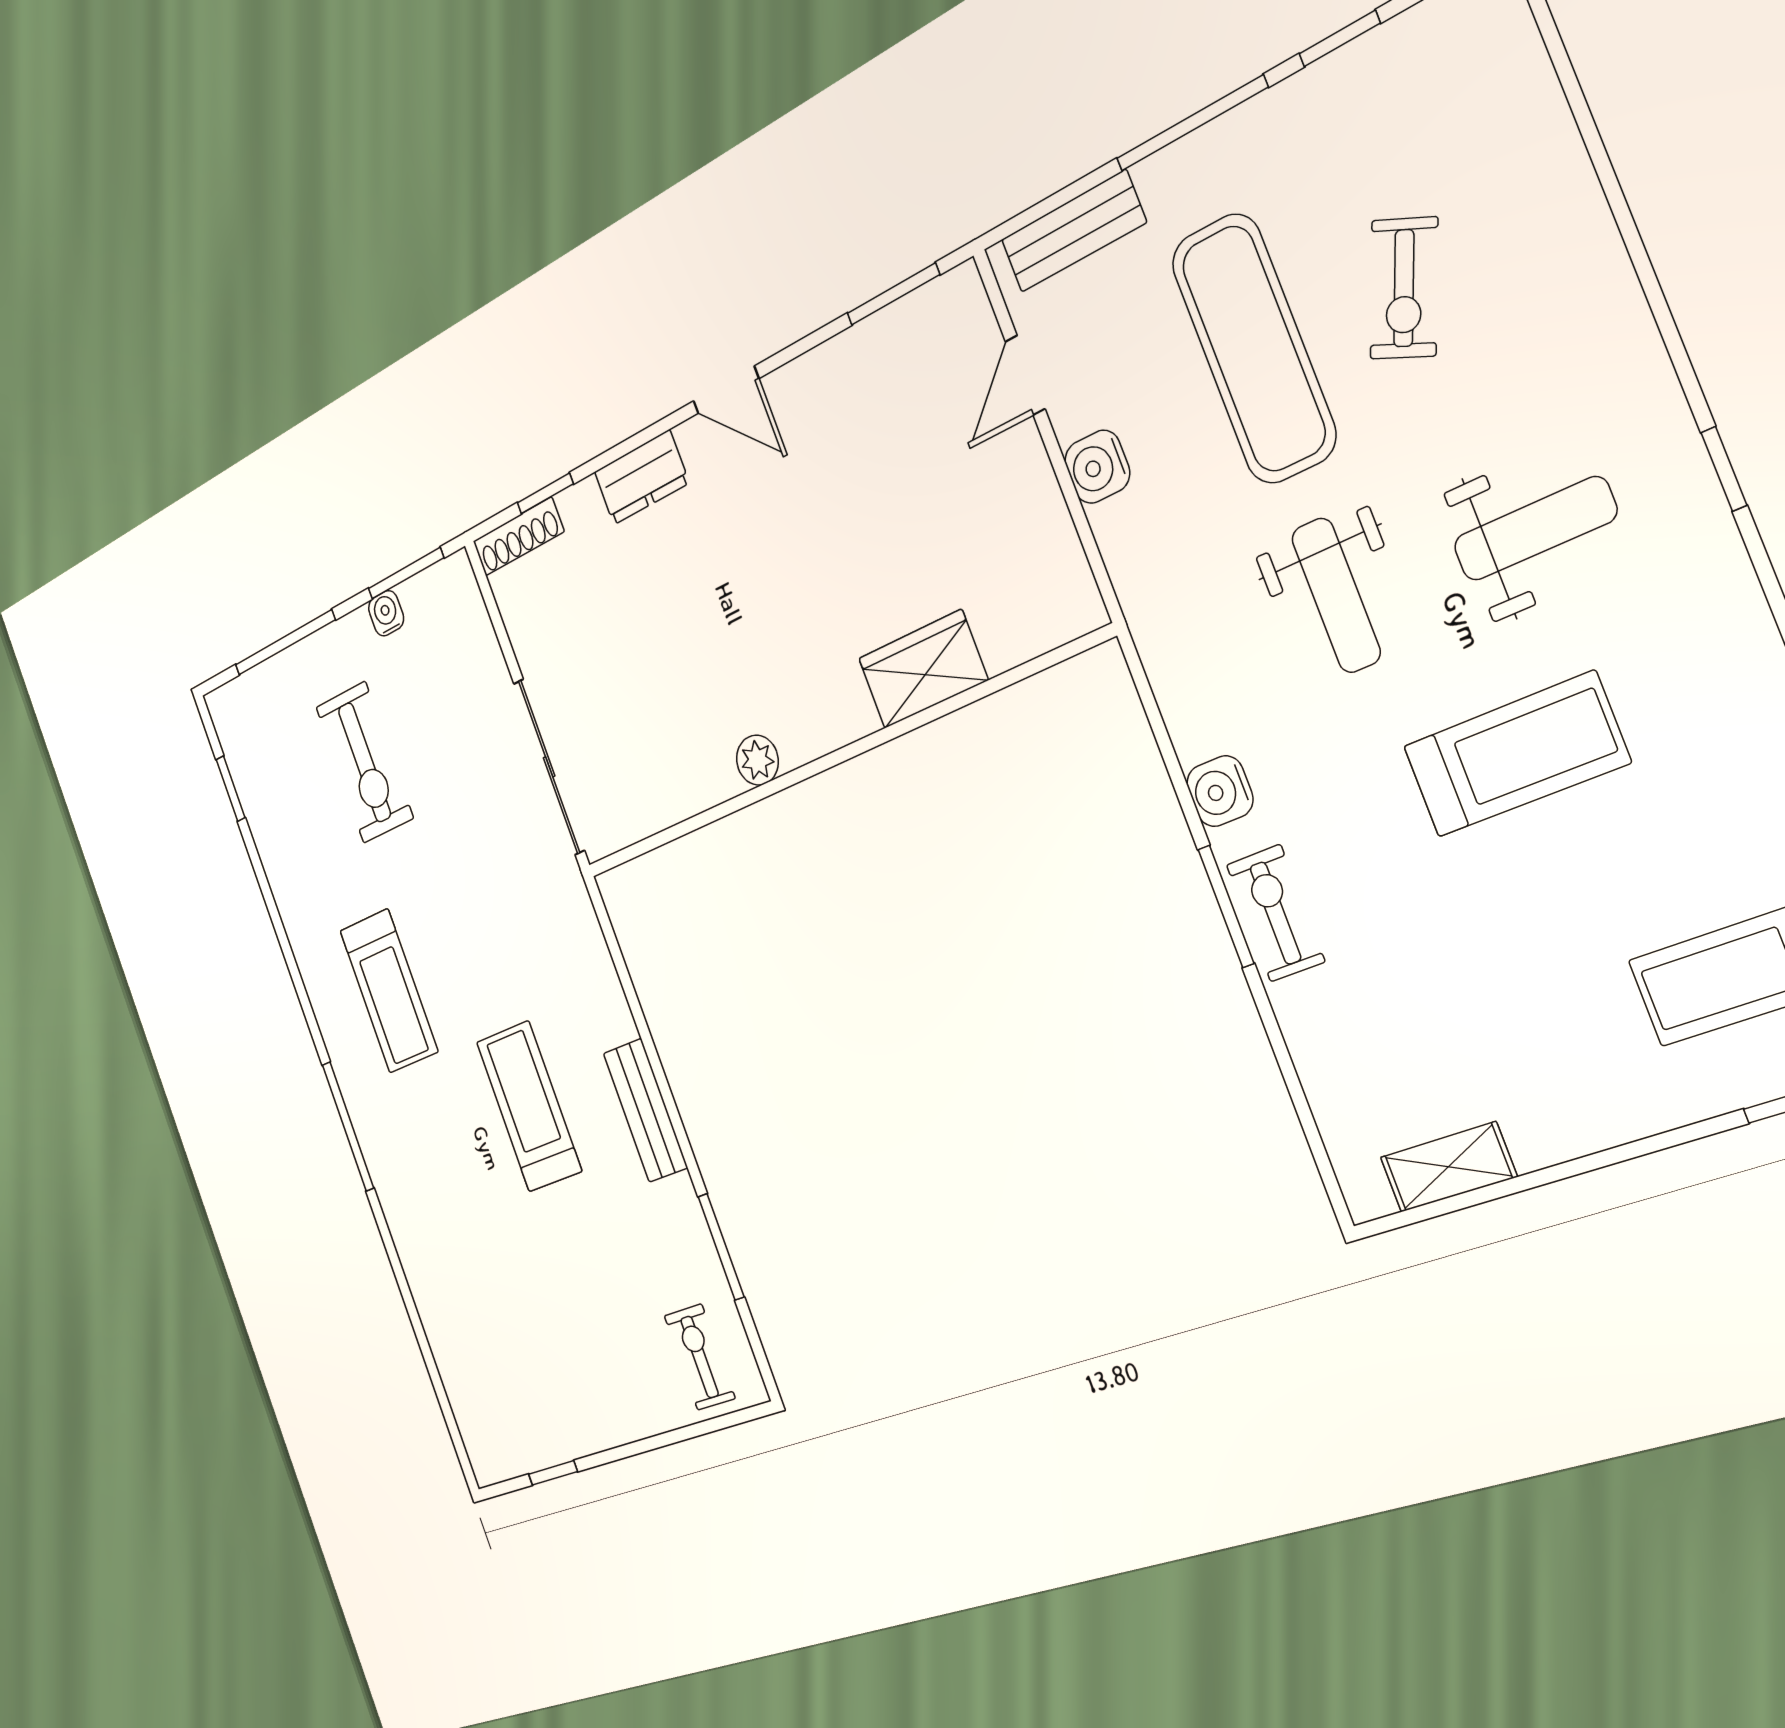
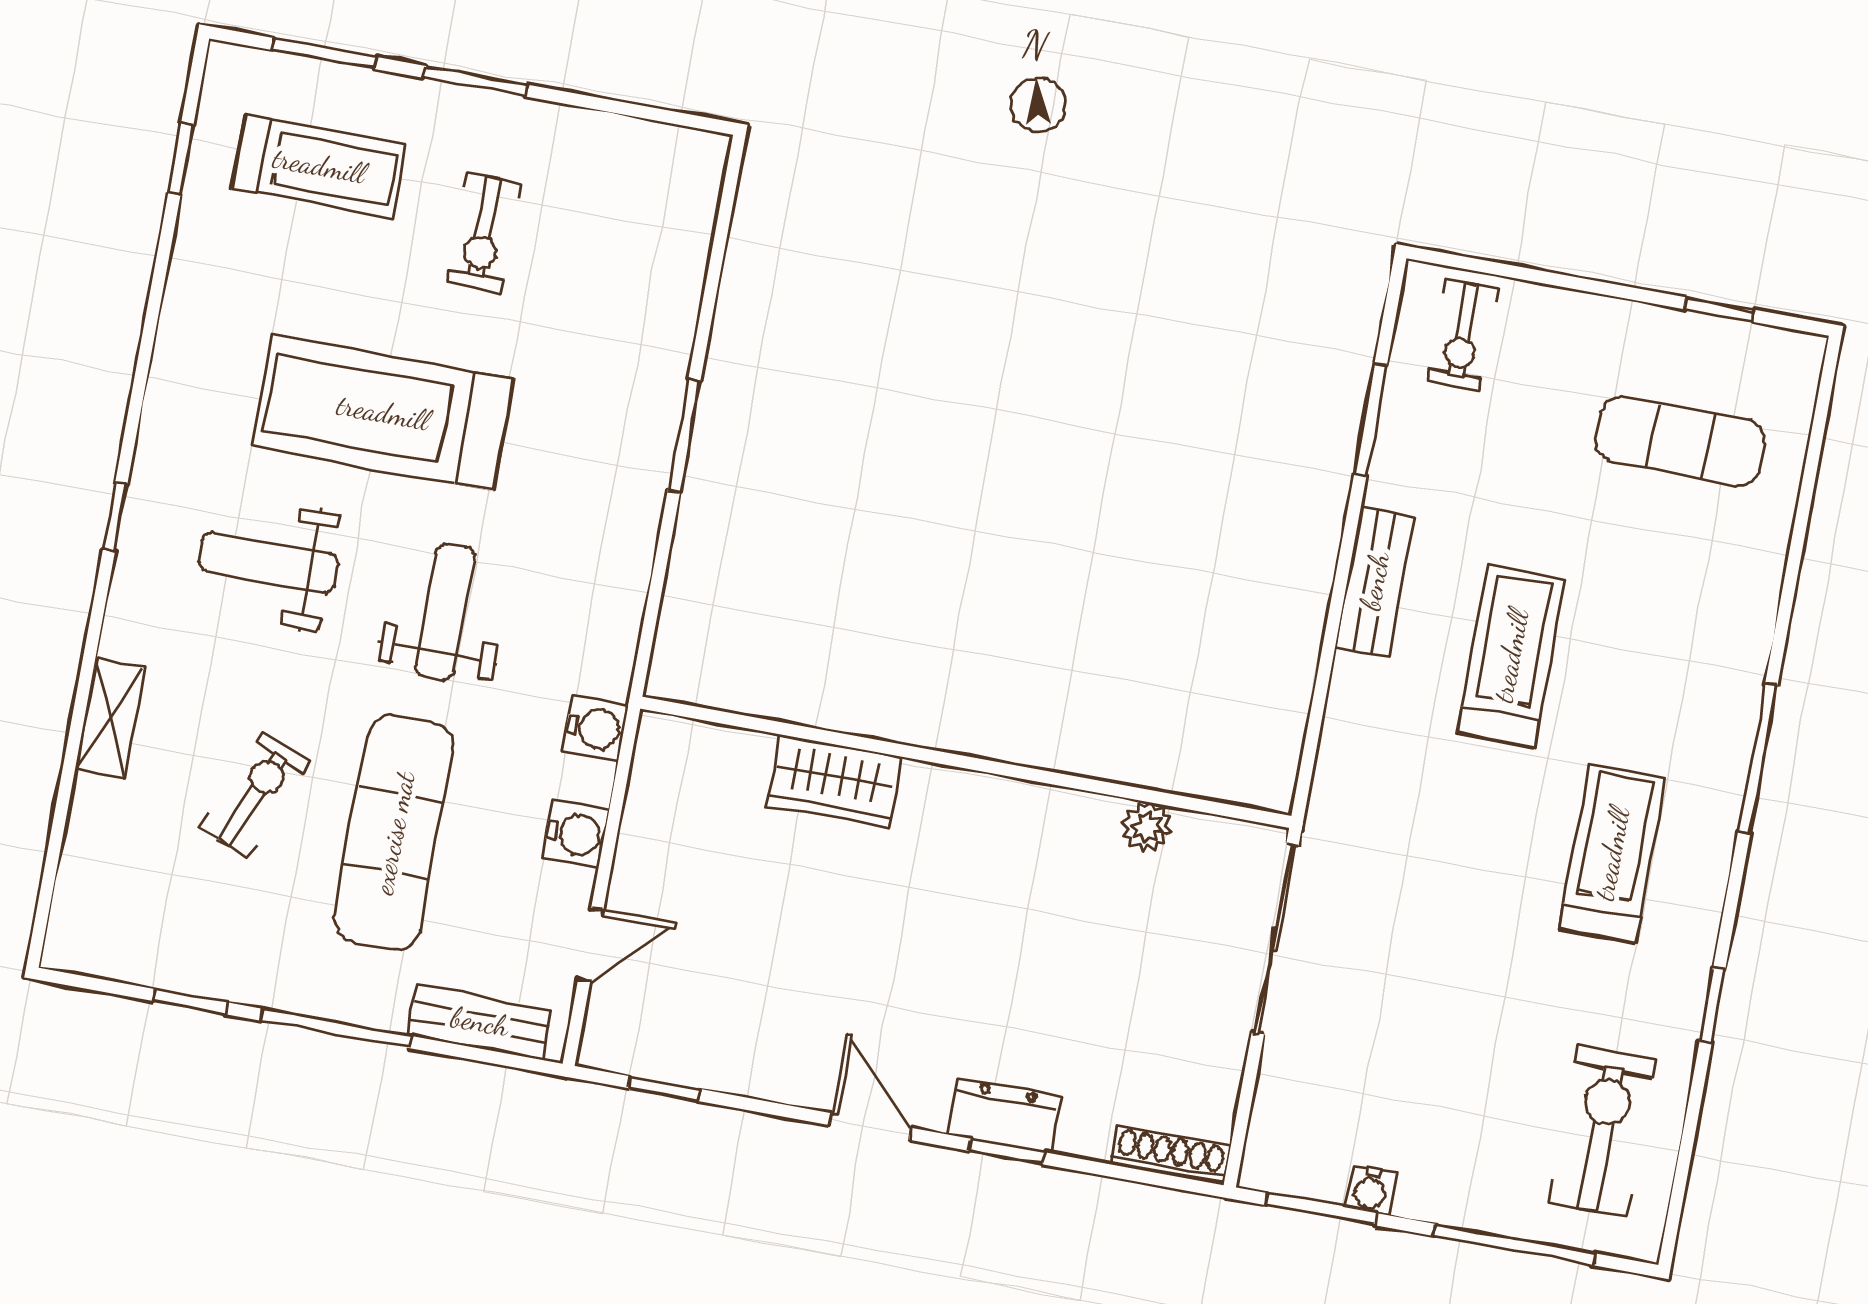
window: (893, 294) -> (664, 1089), width x0.67
window: (545, 493) -> (1007, 1152), moved
treadmill: (1516, 754) -> (383, 413), width x1.37, depth x1.38
plant: (757, 760) -> (1147, 827), moved
exercise bike: (365, 762) -> (1602, 1131), moved
window: (231, 789) -> (1712, 1005), moved
water cooler: (1220, 791) -> (595, 728), moved
exercise bike: (1276, 913) -> (484, 233), moved
treadmill: (529, 1106) -> (1511, 656), turned 180
window: (1631, 1151) -> (475, 81), added
shelving: (1448, 1167) -> (110, 718), moved, turned 90
exercise mat: (520, 1350) -> (1680, 441), added

